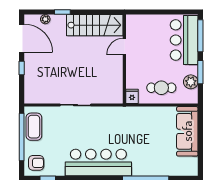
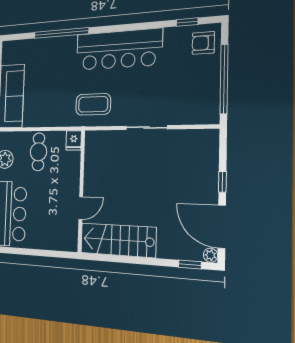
window: (62, 12) -> (190, 264), moved
plant: (45, 19) -> (210, 255), moved
cafe table: (161, 88) -> (38, 152), turned 90
coffee table: (34, 127) -> (93, 104), moved, turned 90

